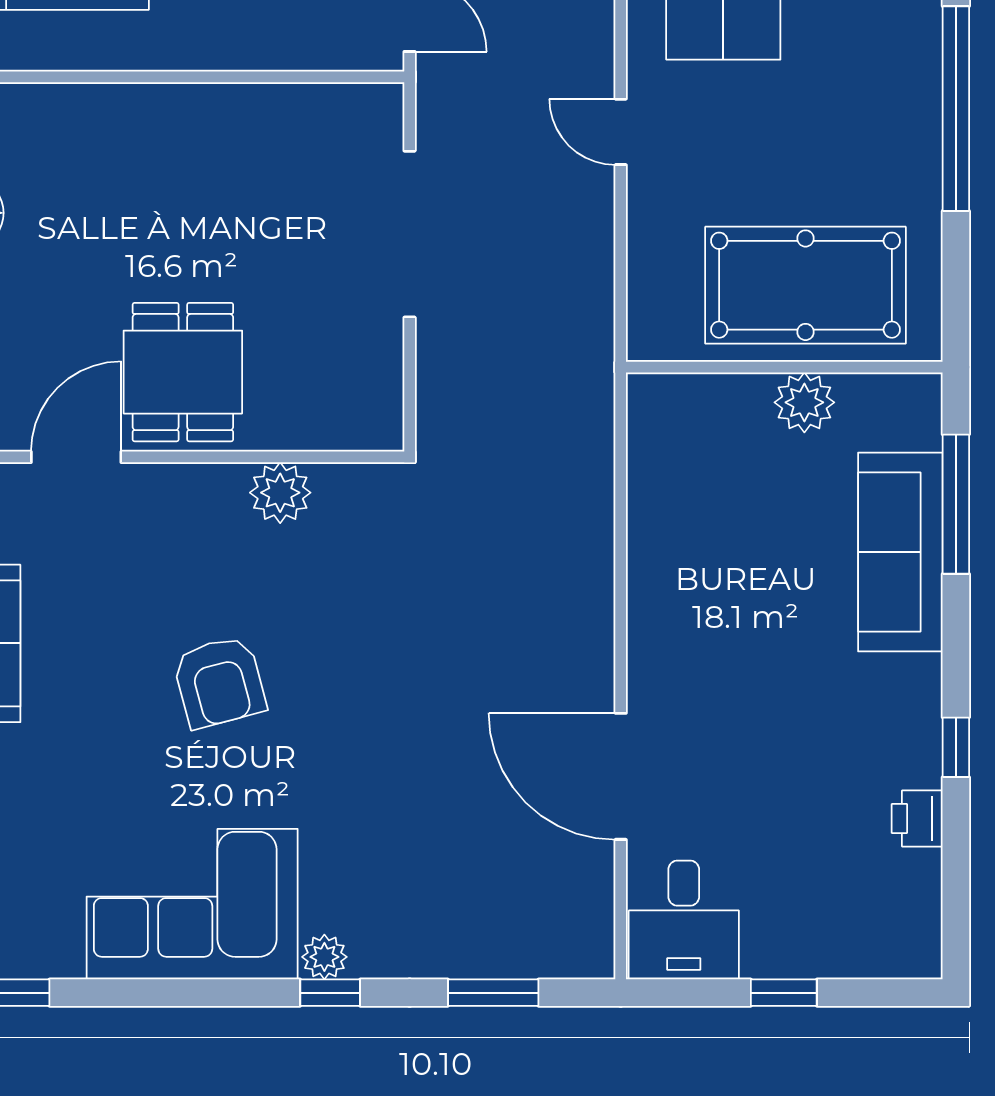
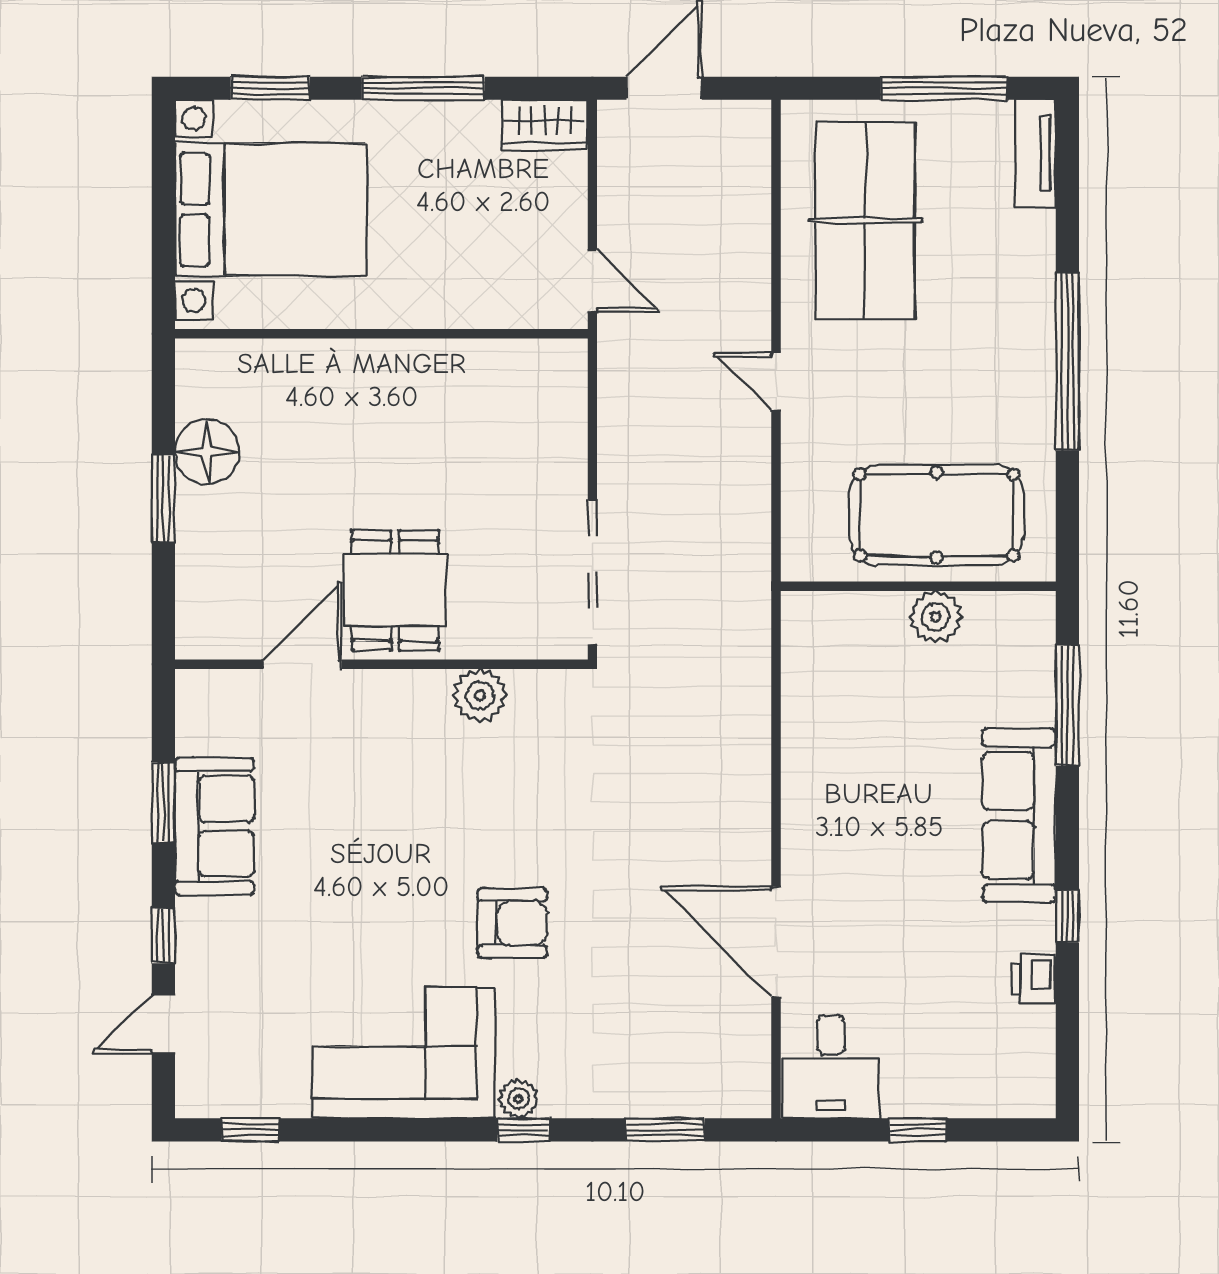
doorway: (410, 234) -> (592, 572), moved
sofa: (900, 552) -> (1019, 815), moved
armchair: (219, 682) -> (512, 923), moved, turned -75

